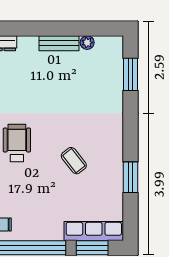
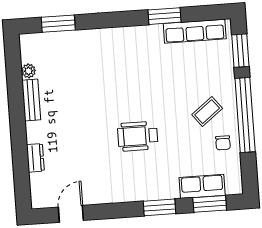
coffee table: (74, 161) -> (207, 112), moved
row of seats: (94, 231) -> (195, 31), moved, turned -90

